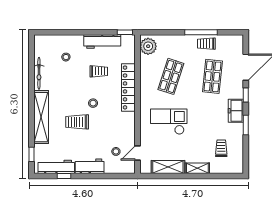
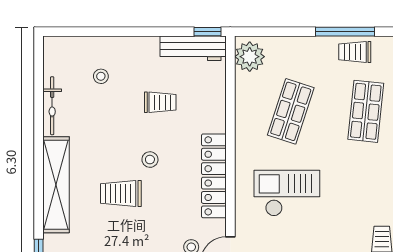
workbench: (102, 42) -> (193, 48), moved
locker: (128, 87) -> (214, 176), moved

